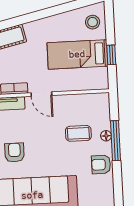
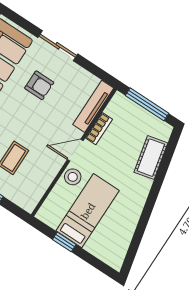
stool: (93, 22) -> (73, 177), moved

